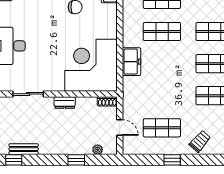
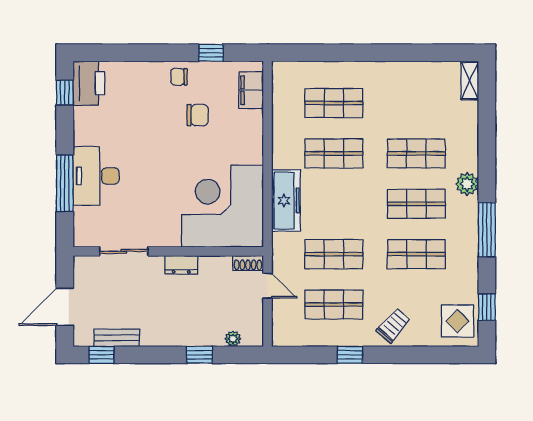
freezer: (131, 62) -> (286, 201), width x1.40
shop shelf: (162, 96) -> (334, 254), added
door: (120, 128) -> (268, 286), moved

